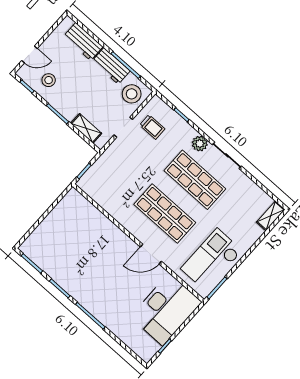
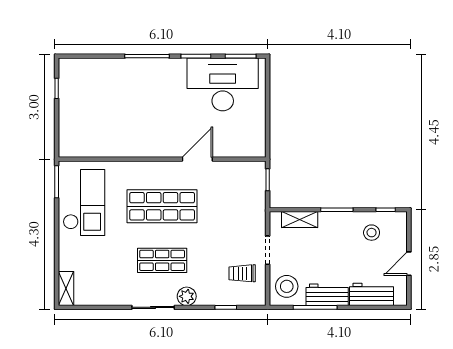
door: (29, 54) -> (409, 264), moved
shop shelf: (195, 180) -> (162, 260), width x0.70, depth x0.74
door: (151, 254) -> (197, 159), moved
desk: (166, 309) -> (223, 84), moved, turned 90

